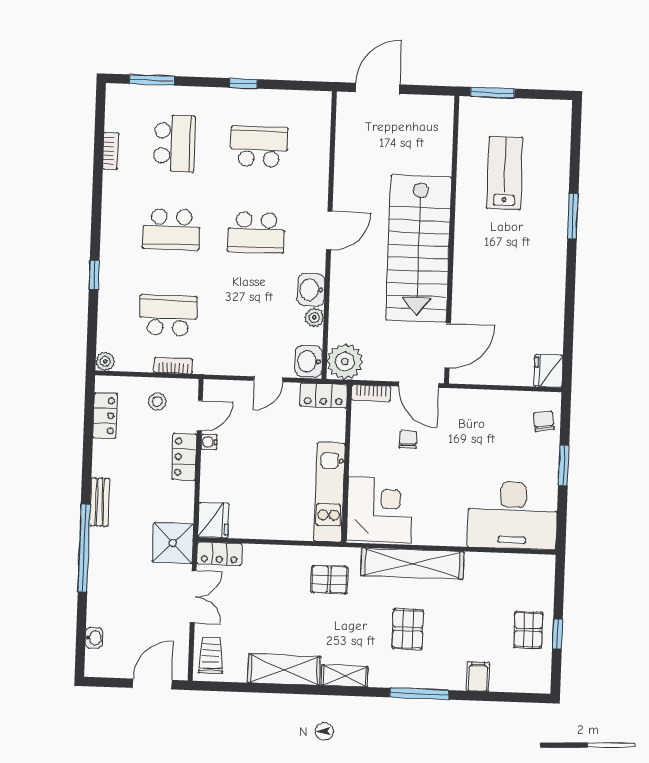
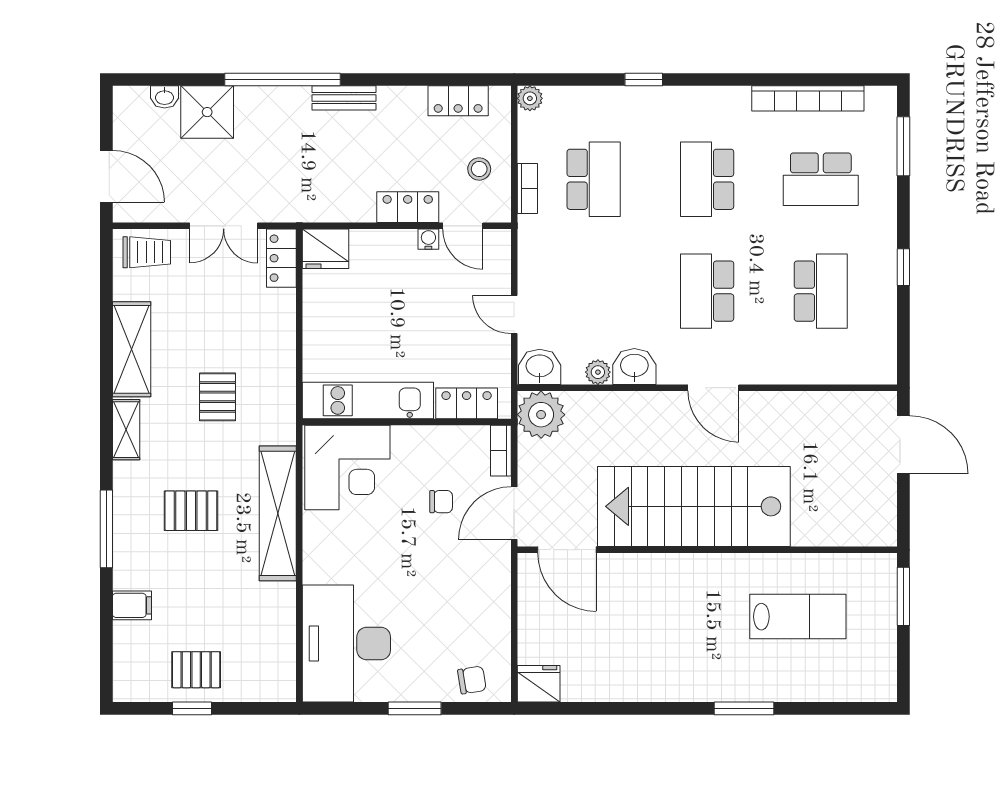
bookcase: (111, 151) -> (808, 98), width x2.31, depth x1.31
locker: (324, 395) -> (467, 403), moved, turned 90
shower: (173, 543) -> (207, 112), moved
pallet: (329, 580) -> (217, 397), moved

